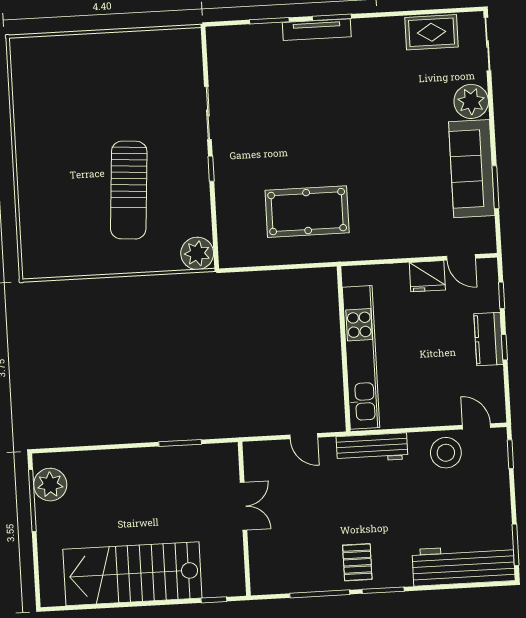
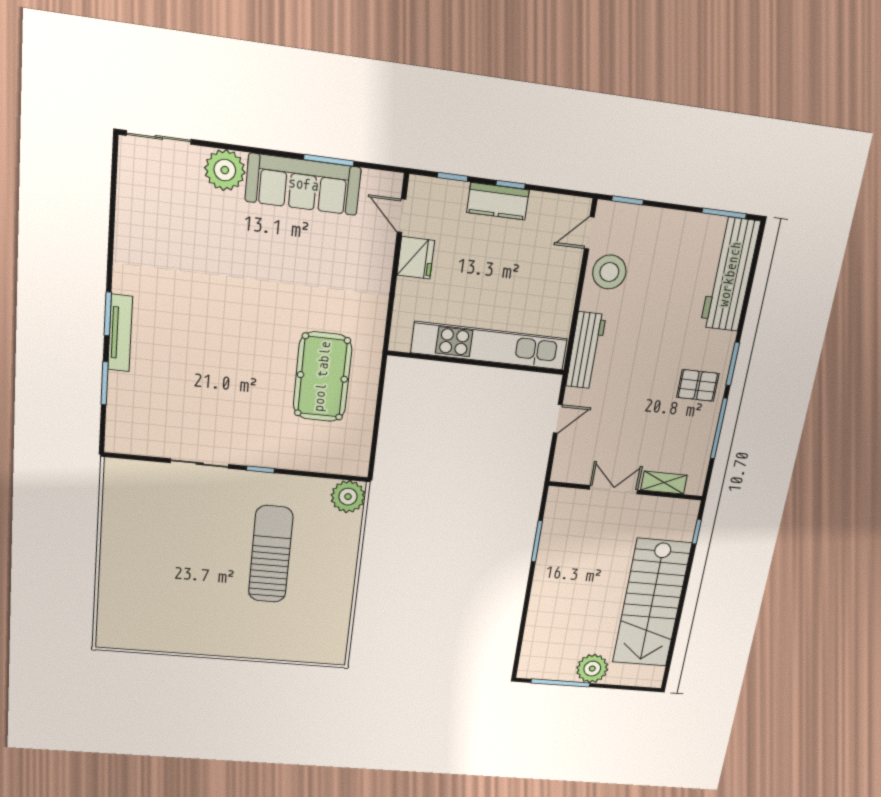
rug: (431, 32) -> (137, 202), removed
sun lounger: (129, 190) -> (271, 554), turned -94
door: (461, 257) -> (401, 216), swing flipped
plant: (50, 485) -> (592, 669), moved
shelving: (258, 554) -> (664, 483), added

